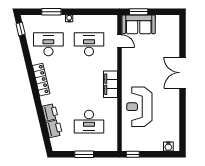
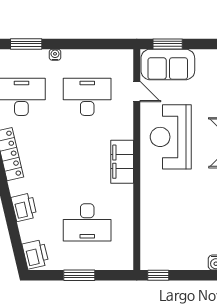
reception desk: (139, 107) -> (171, 137), moved
printer: (54, 129) -> (35, 254), moved

